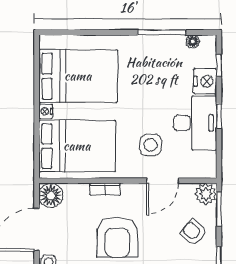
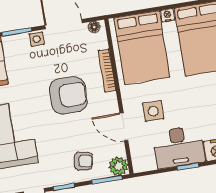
bookcase: (105, 189) -> (107, 71), width x1.56
floor lamp: (51, 196) -> (94, 27), width x0.53, depth x0.53
armchair: (194, 232) -> (83, 161), turned 57
armchair: (117, 237) -> (68, 95), turned 180

